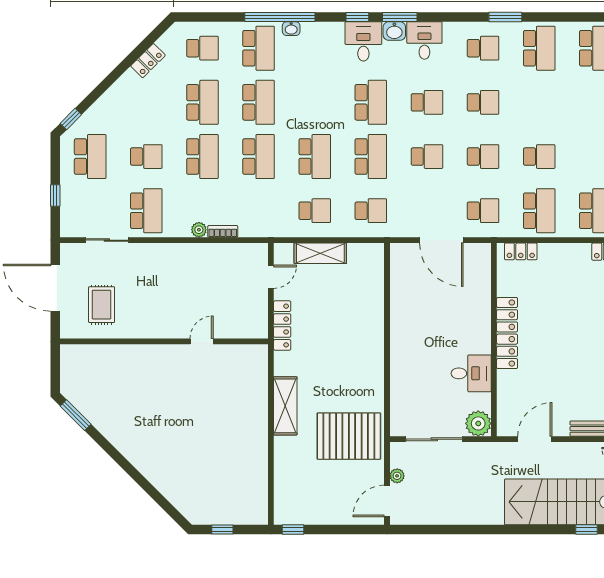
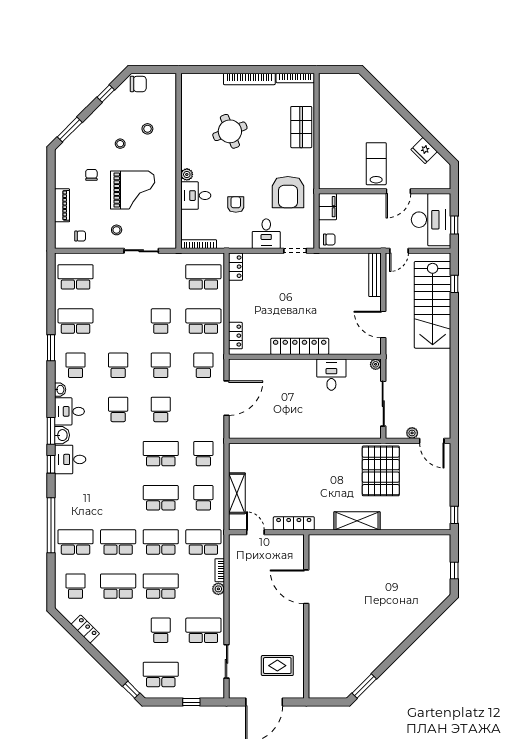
washbasin: (291, 29) -> (60, 390), moved
school desk: (371, 102) -> (203, 542), moved
door: (202, 341) -> (306, 587), width x1.88
plant: (478, 423) -> (376, 364), width x0.53, depth x0.53

